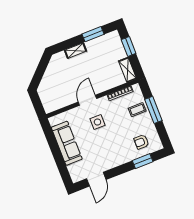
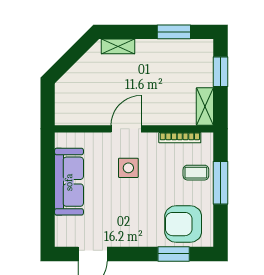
shelving: (75, 51) -> (118, 46), moved
armchair: (141, 142) -> (183, 224), width x1.88, depth x1.88

